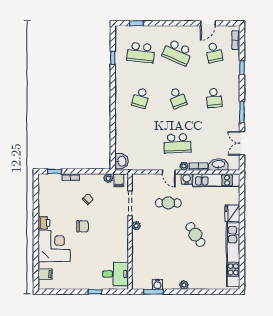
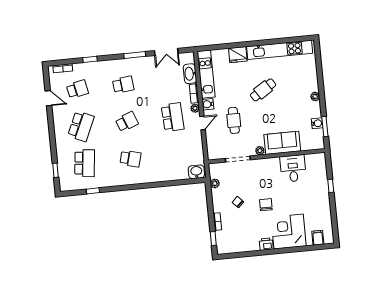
filing cabinet: (119, 180) -> (216, 173), removed
sofa: (142, 248) -> (282, 143), added
desk: (115, 274) -> (293, 168), moved

